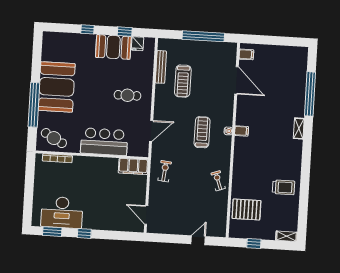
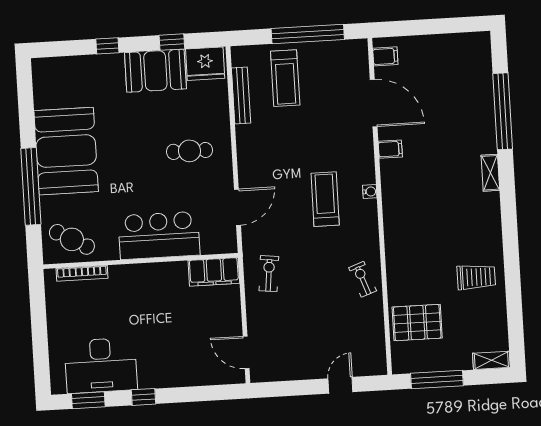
fridge: (137, 44) -> (205, 64), width x1.88, depth x1.34
treadmill: (183, 81) -> (285, 78), moved
filing cabinet: (242, 131) -> (390, 149), moved
window: (254, 244) -> (437, 380), width x2.17

